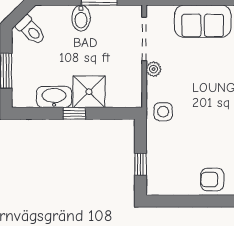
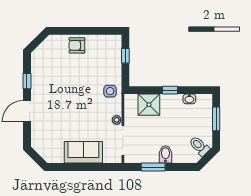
shower: (89, 92) -> (149, 105), moved
washbasin: (54, 97) -> (189, 99), width x0.52, depth x0.69
armchair: (212, 179) -> (77, 45), turned 180

